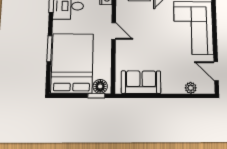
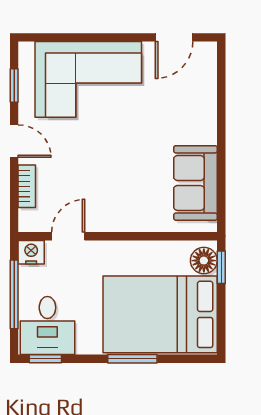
door: (114, 31) -> (68, 236), moved
plant: (191, 88) -> (206, 88), removed

